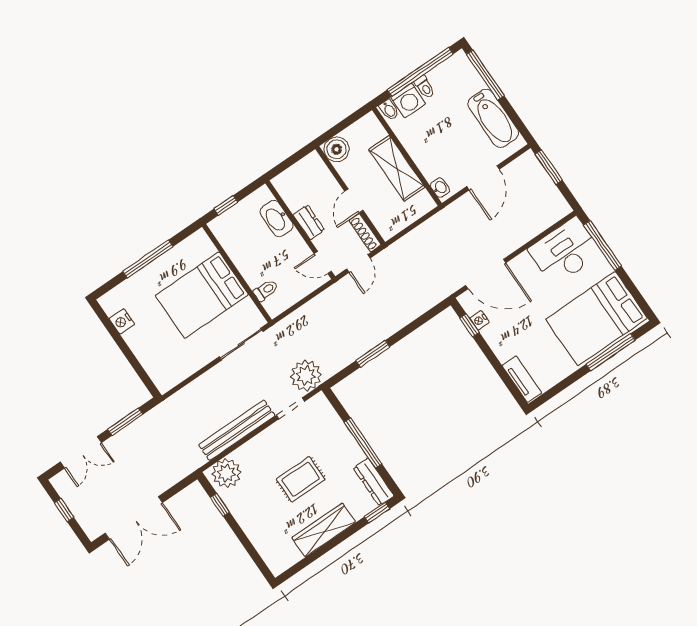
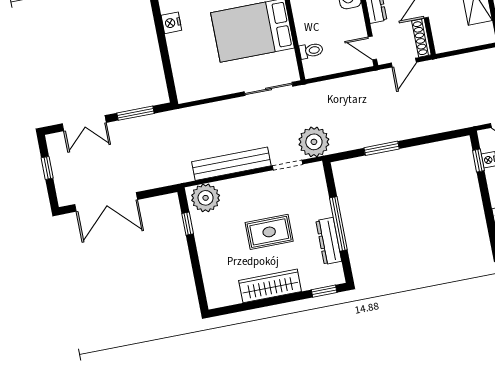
dresser: (374, 482) -> (329, 241), moved

